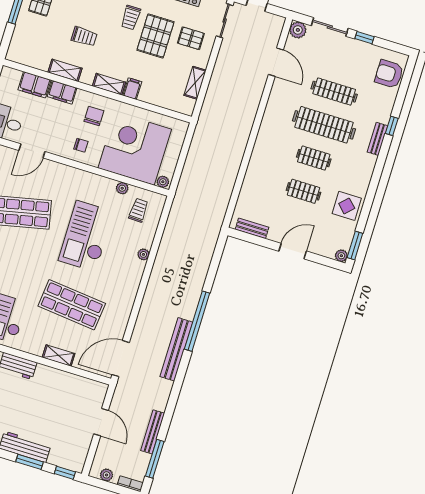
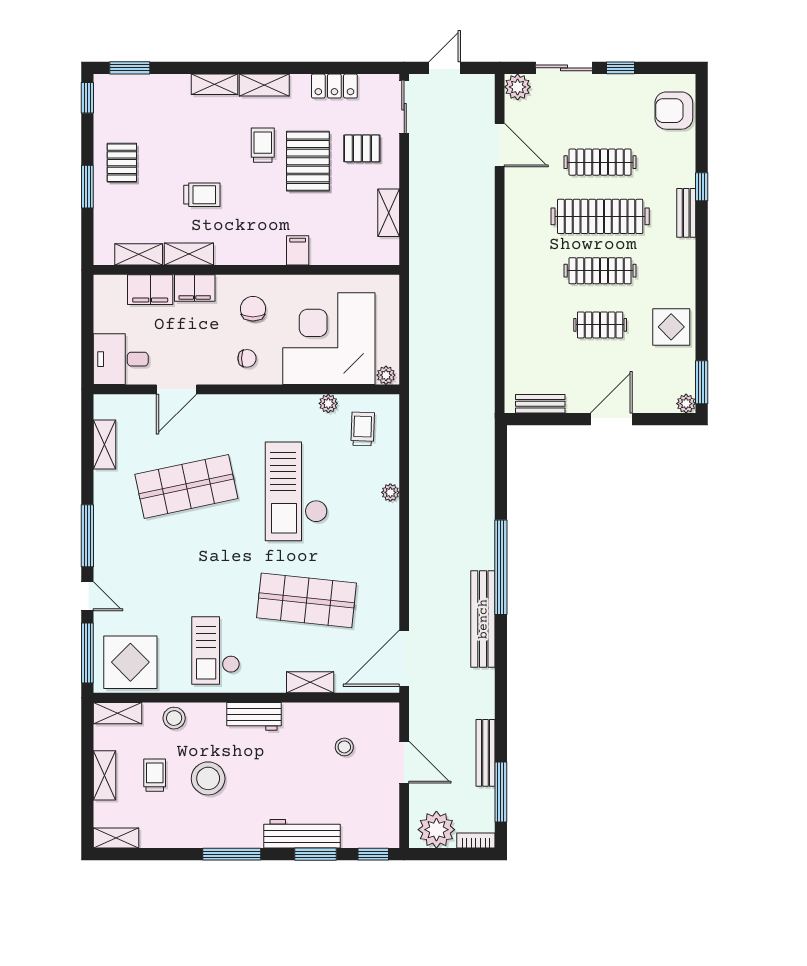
trolley: (131, 18) -> (263, 145), turned 180
shelving: (109, 84) -> (139, 254), moved
clothes rail: (314, 158) -> (600, 271), width x1.36
stool: (67, 402) -> (344, 747), added
plant: (107, 475) -> (436, 830), width x1.87, depth x1.87

